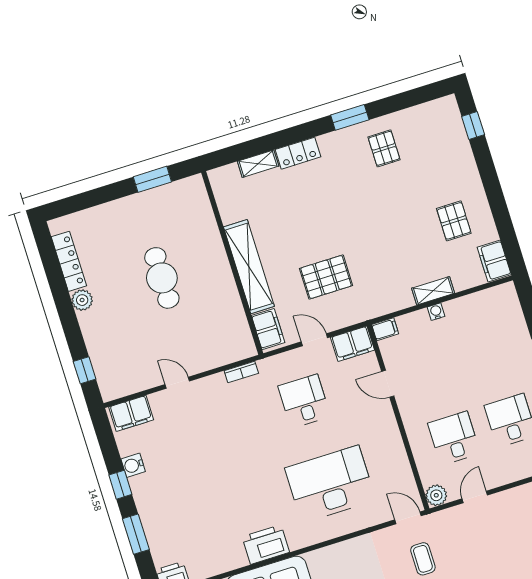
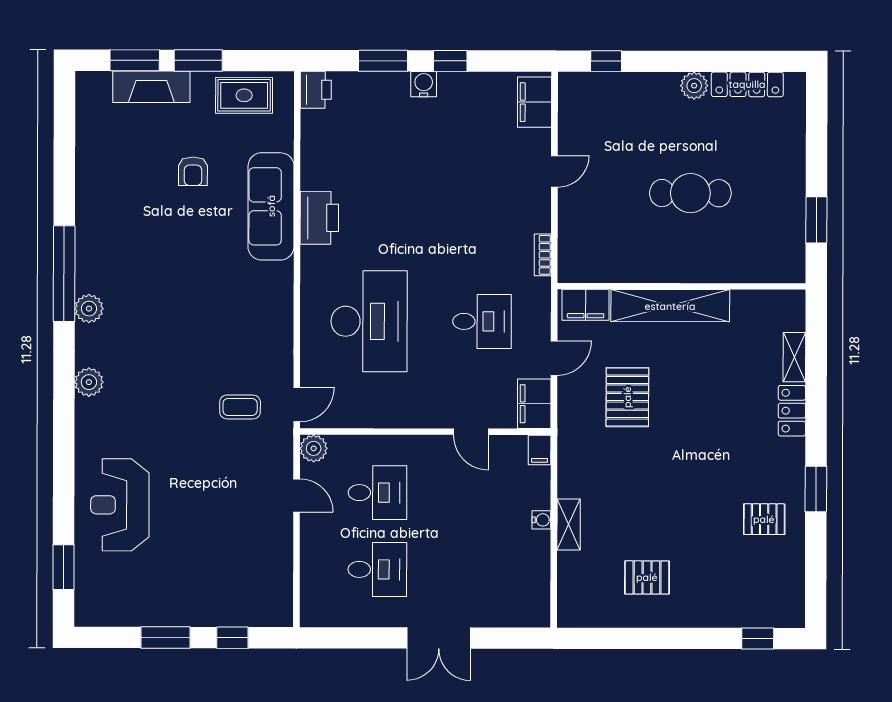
filing cabinet: (494, 261) -> (582, 612), removed
door: (388, 384) -> (471, 432), swing flipped
water cooler: (133, 465) -> (424, 84), moved

